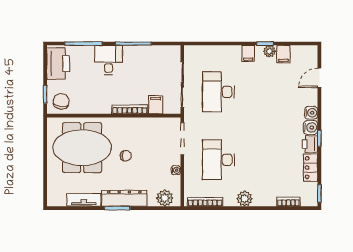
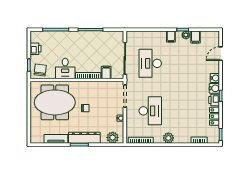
desk: (109, 60) -> (65, 68), moved, turned 180
printer: (58, 63) -> (35, 49), width x0.53, depth x0.68
desk: (219, 160) -> (150, 111), turned 180

